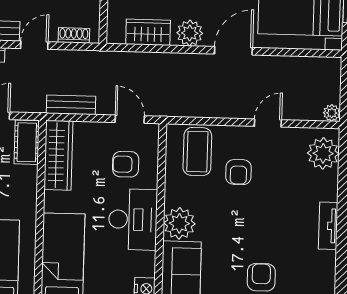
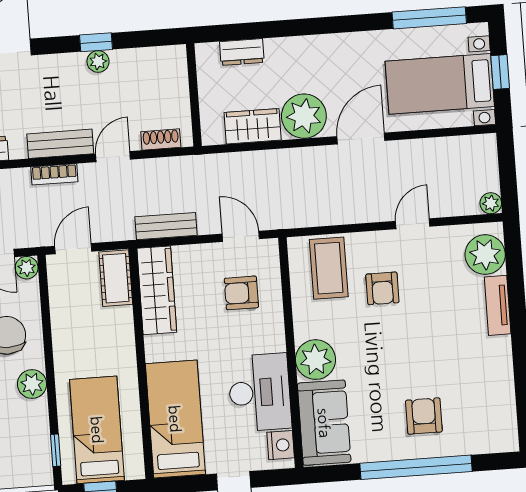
plant: (190, 33) -> (304, 116), width x1.36, depth x1.36
desk: (133, 219) -> (260, 392), moved
tv unit: (328, 226) -> (498, 305), moved

